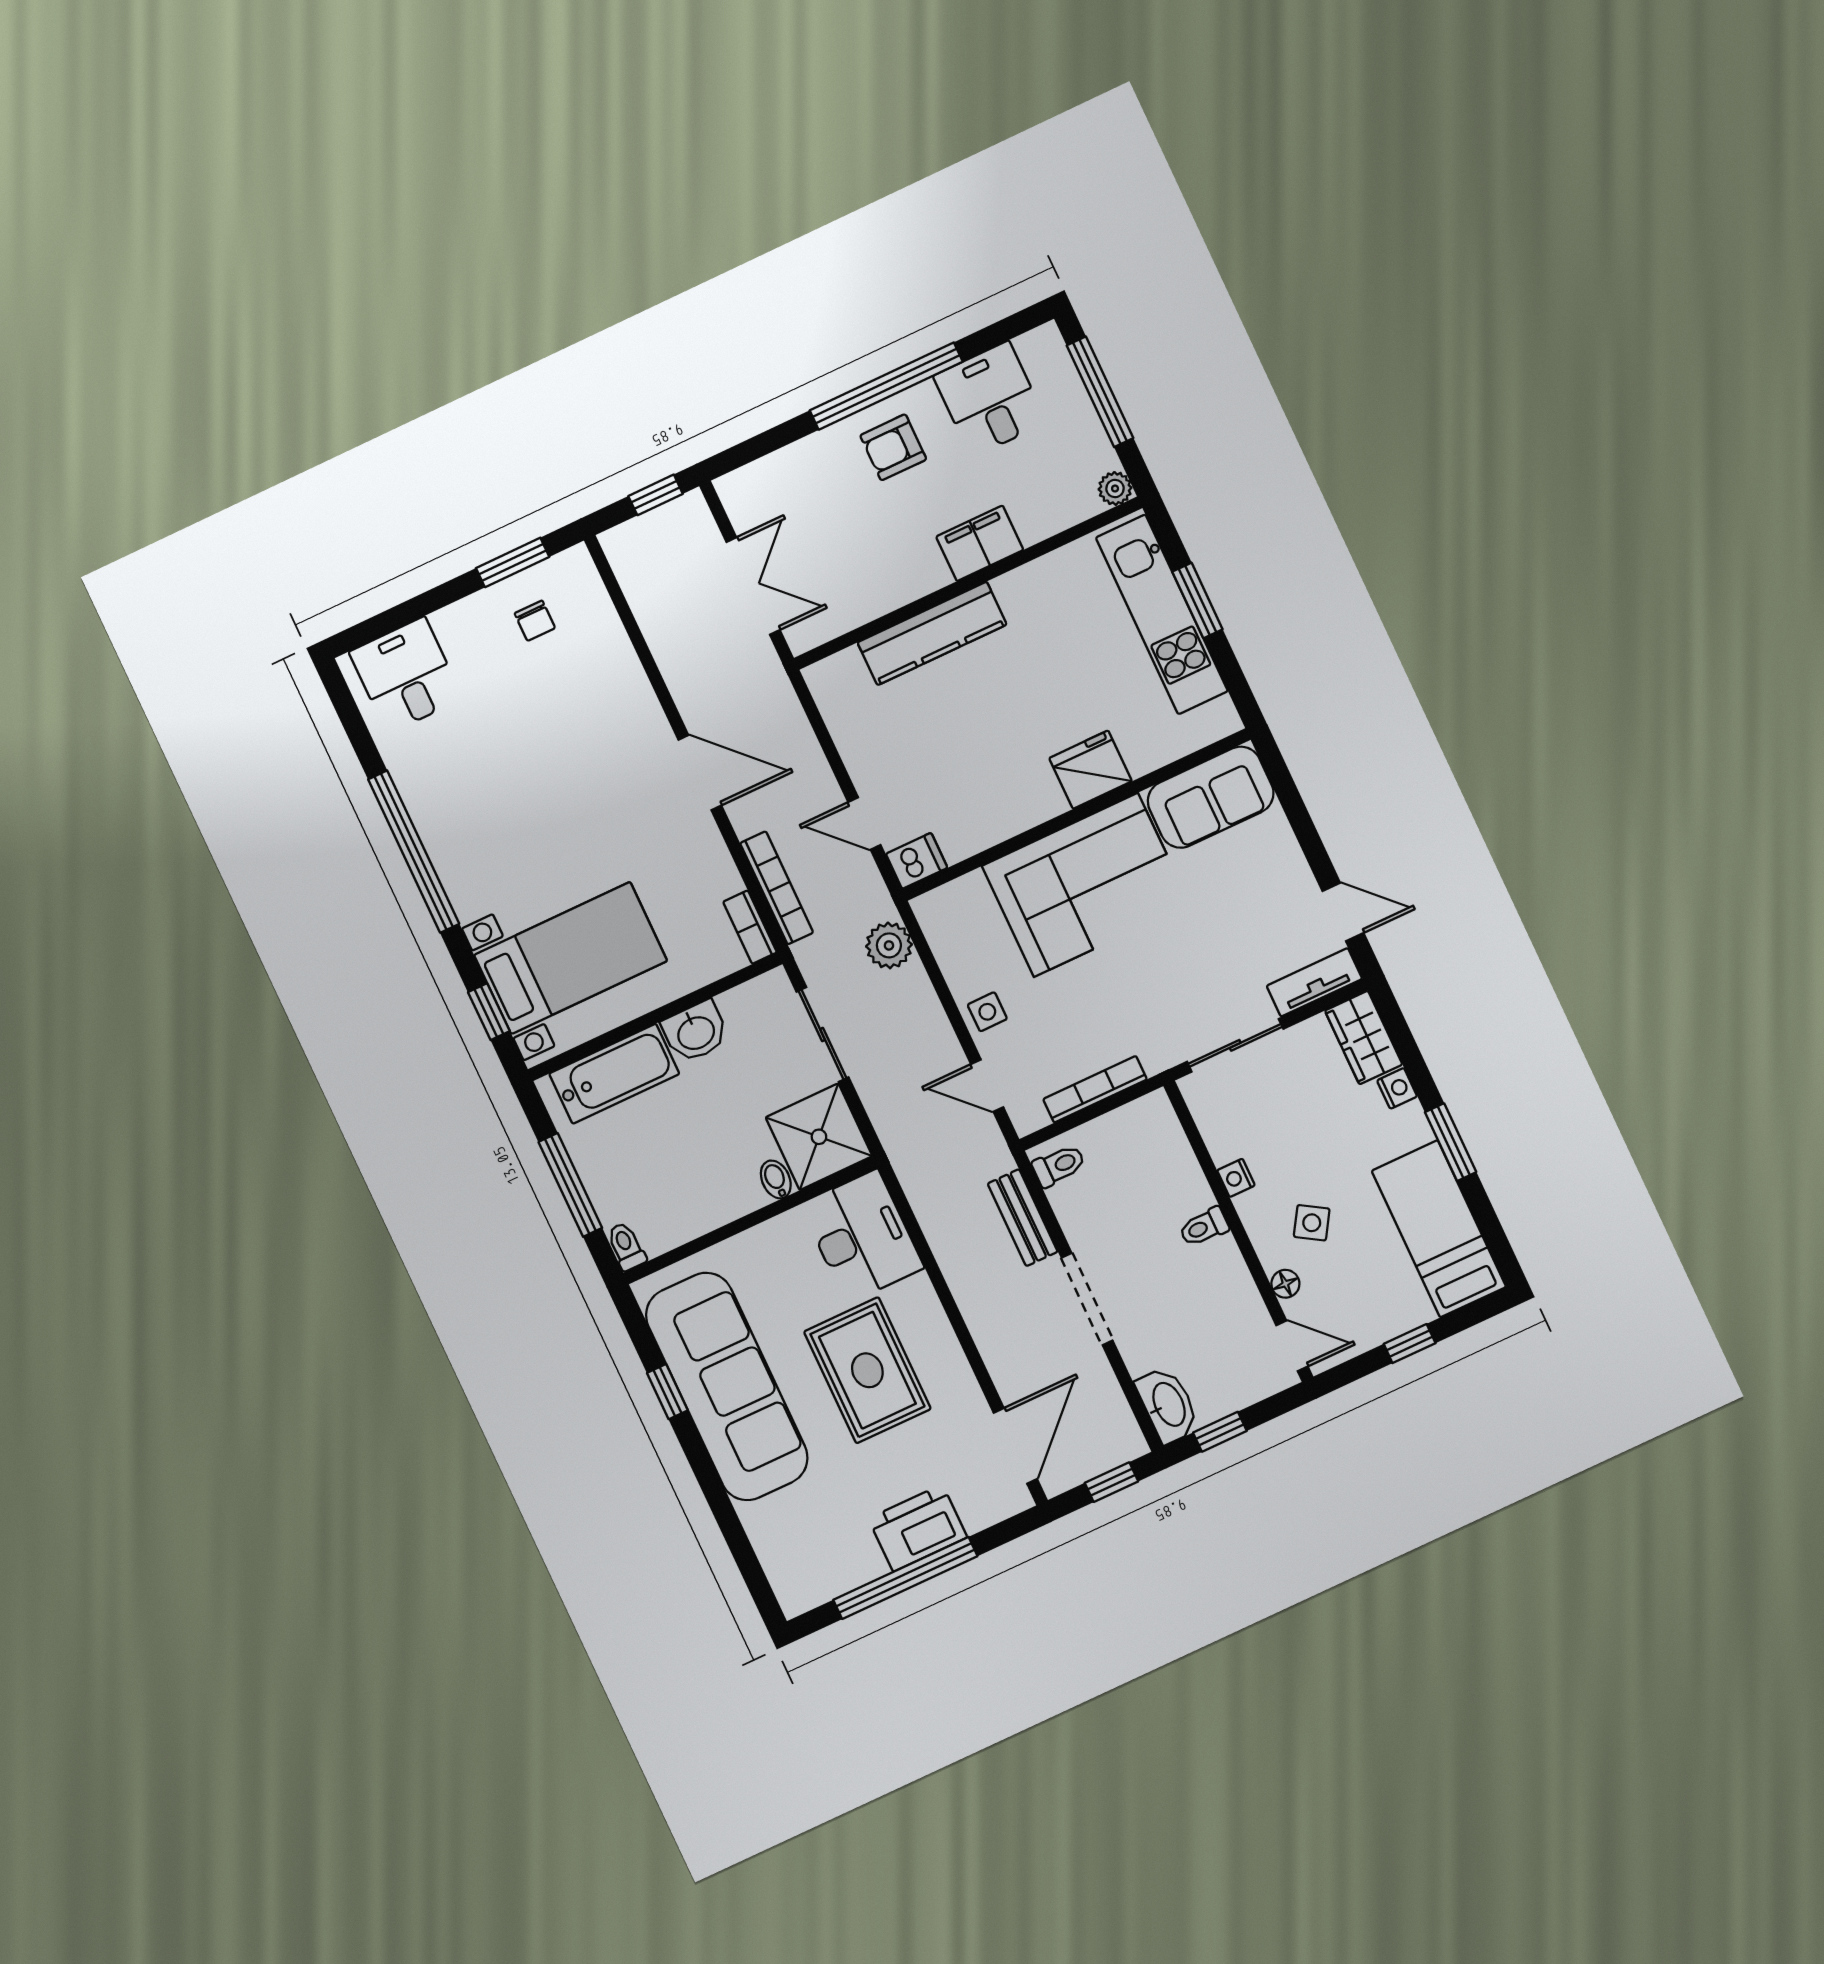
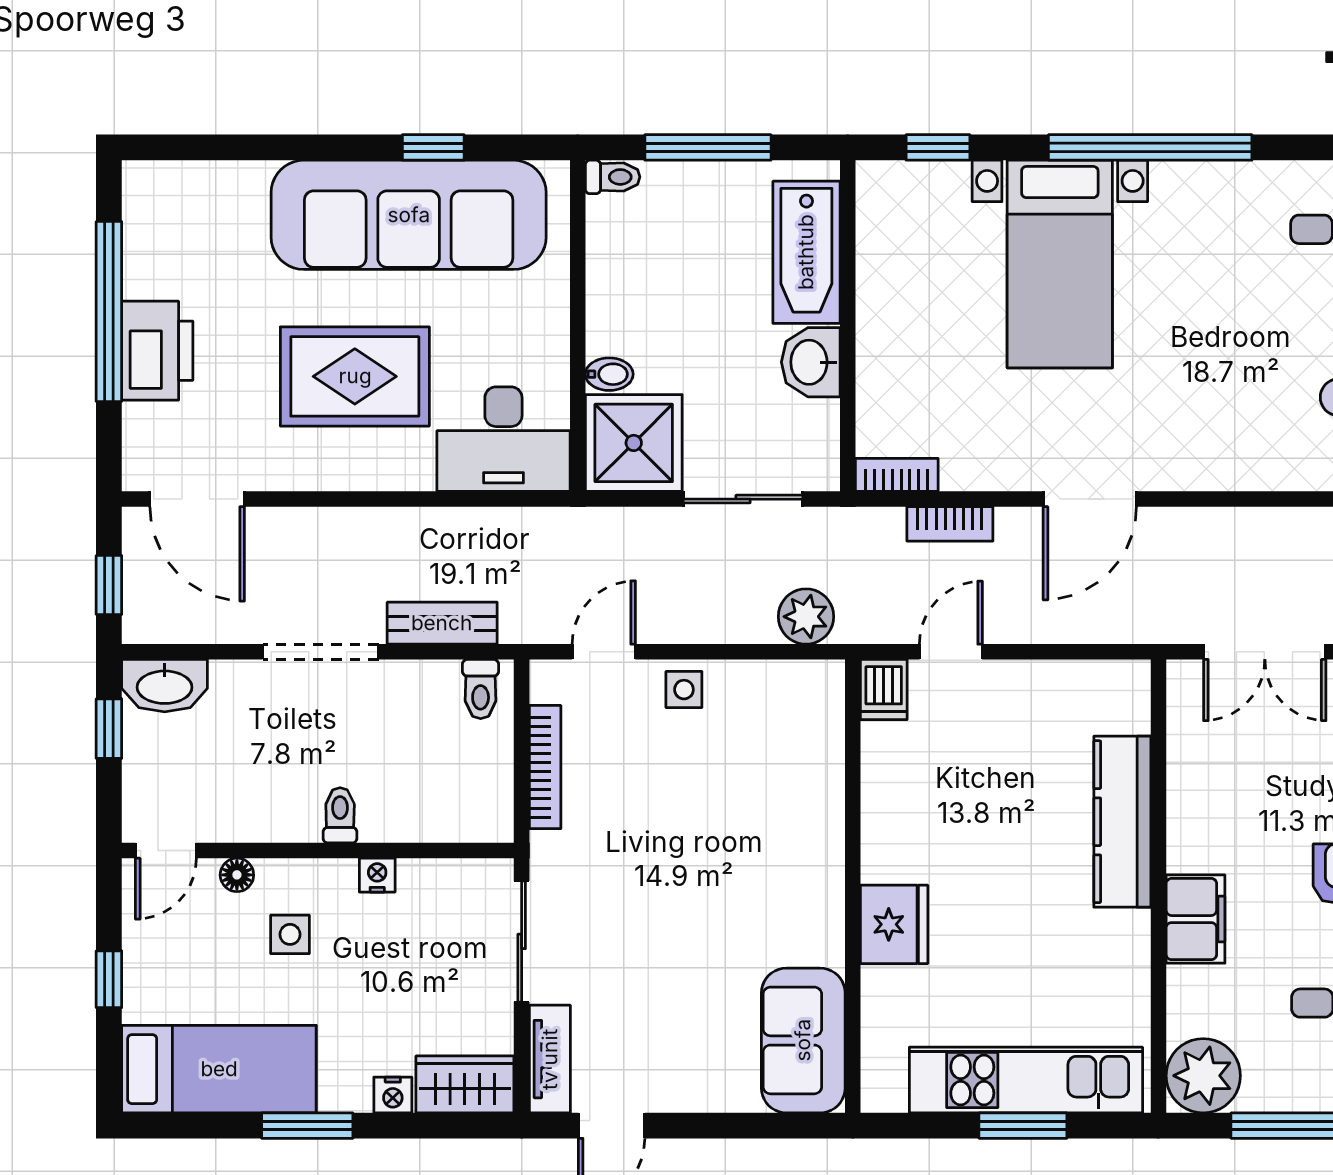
plant: (1115, 488) -> (1203, 1076), width x1.87, depth x1.87
corner sofa: (1086, 885) -> (772, 861), removed
bookcase: (777, 888) -> (950, 524), width x0.64
bed with nightstands: (571, 958) -> (1060, 264), moved
side table: (1312, 1223) -> (290, 934), turned -32

